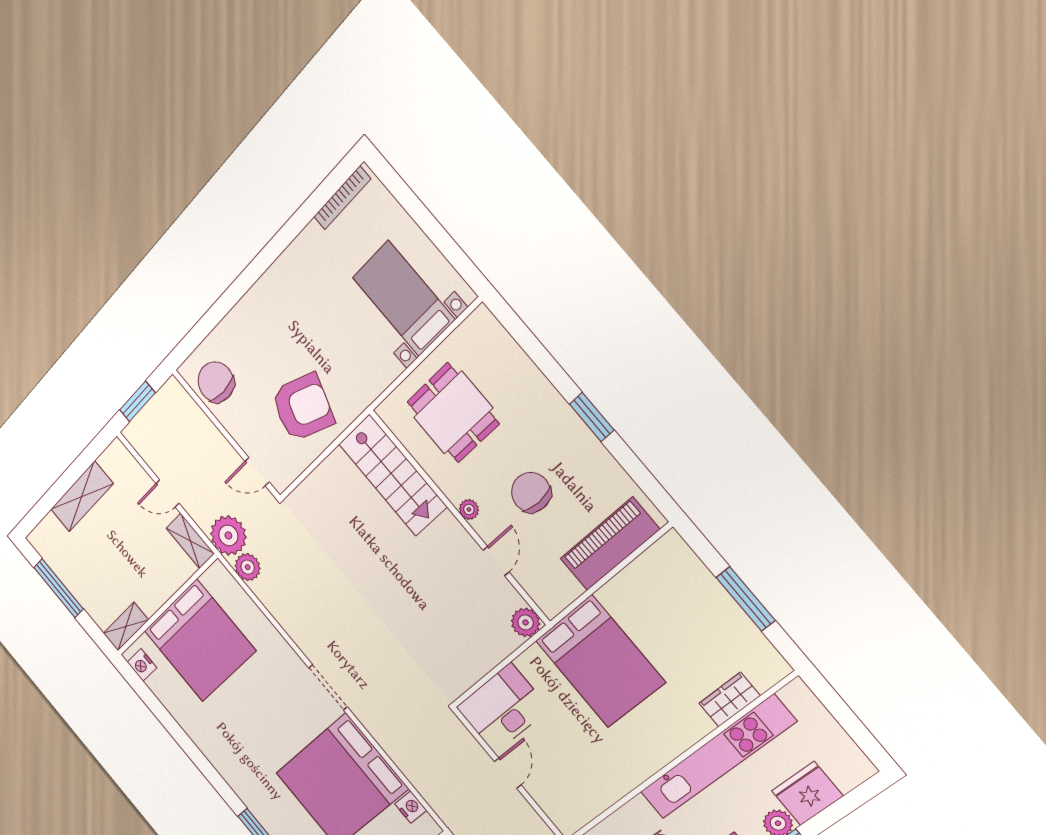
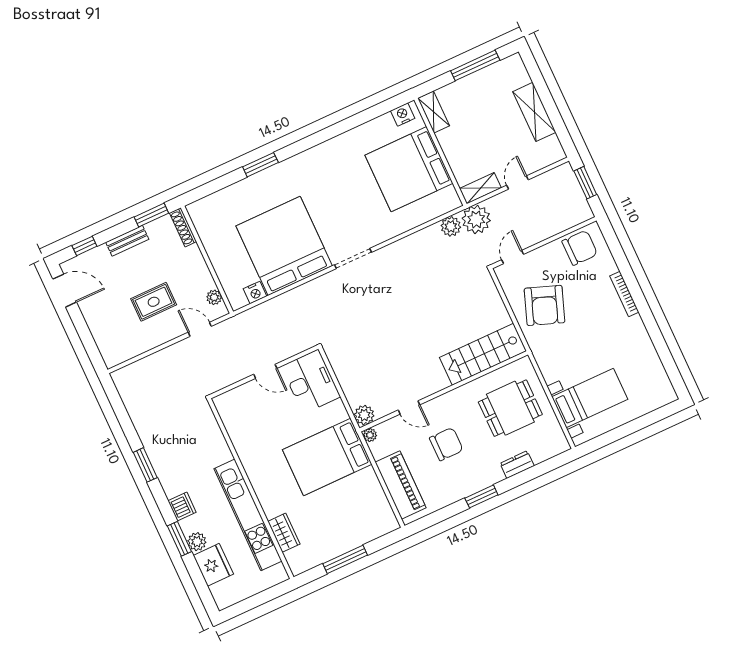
bookcase: (342, 198) -> (624, 294), moved
dresser: (529, 377) -> (517, 465), added
plant: (469, 509) -> (370, 435), moved

